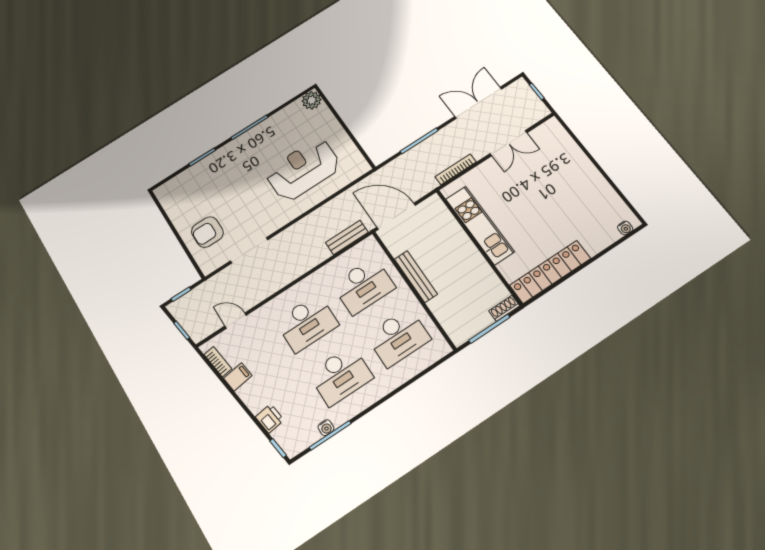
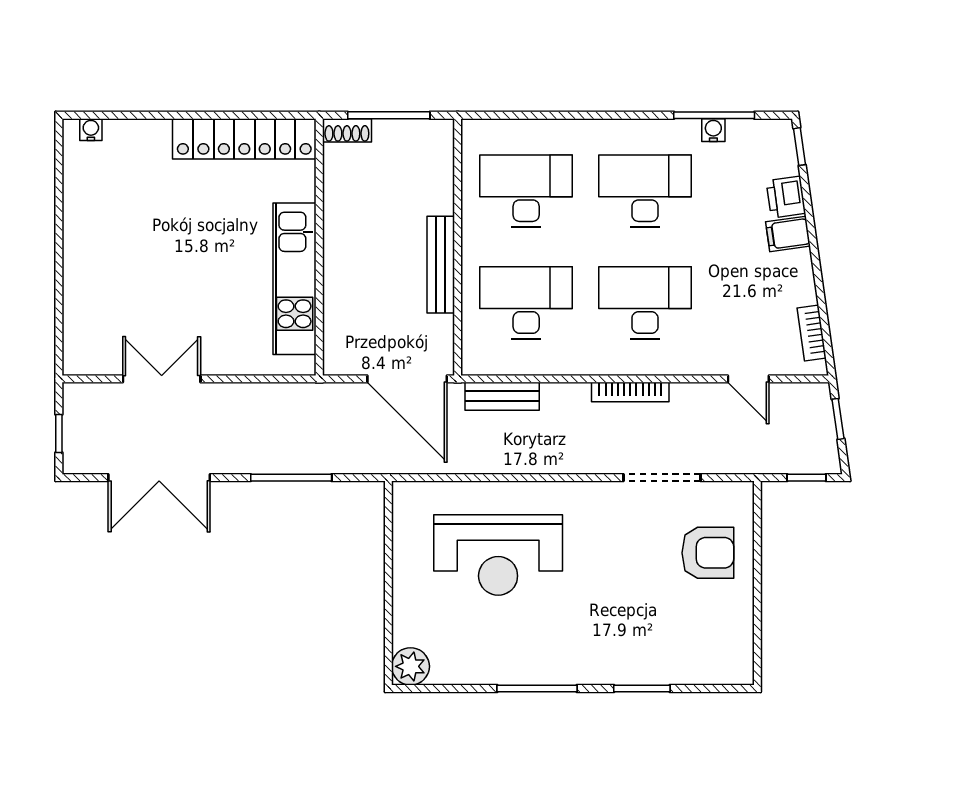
bookcase: (456, 169) -> (630, 392), moved
filing cabinet: (238, 377) -> (788, 234), moved

